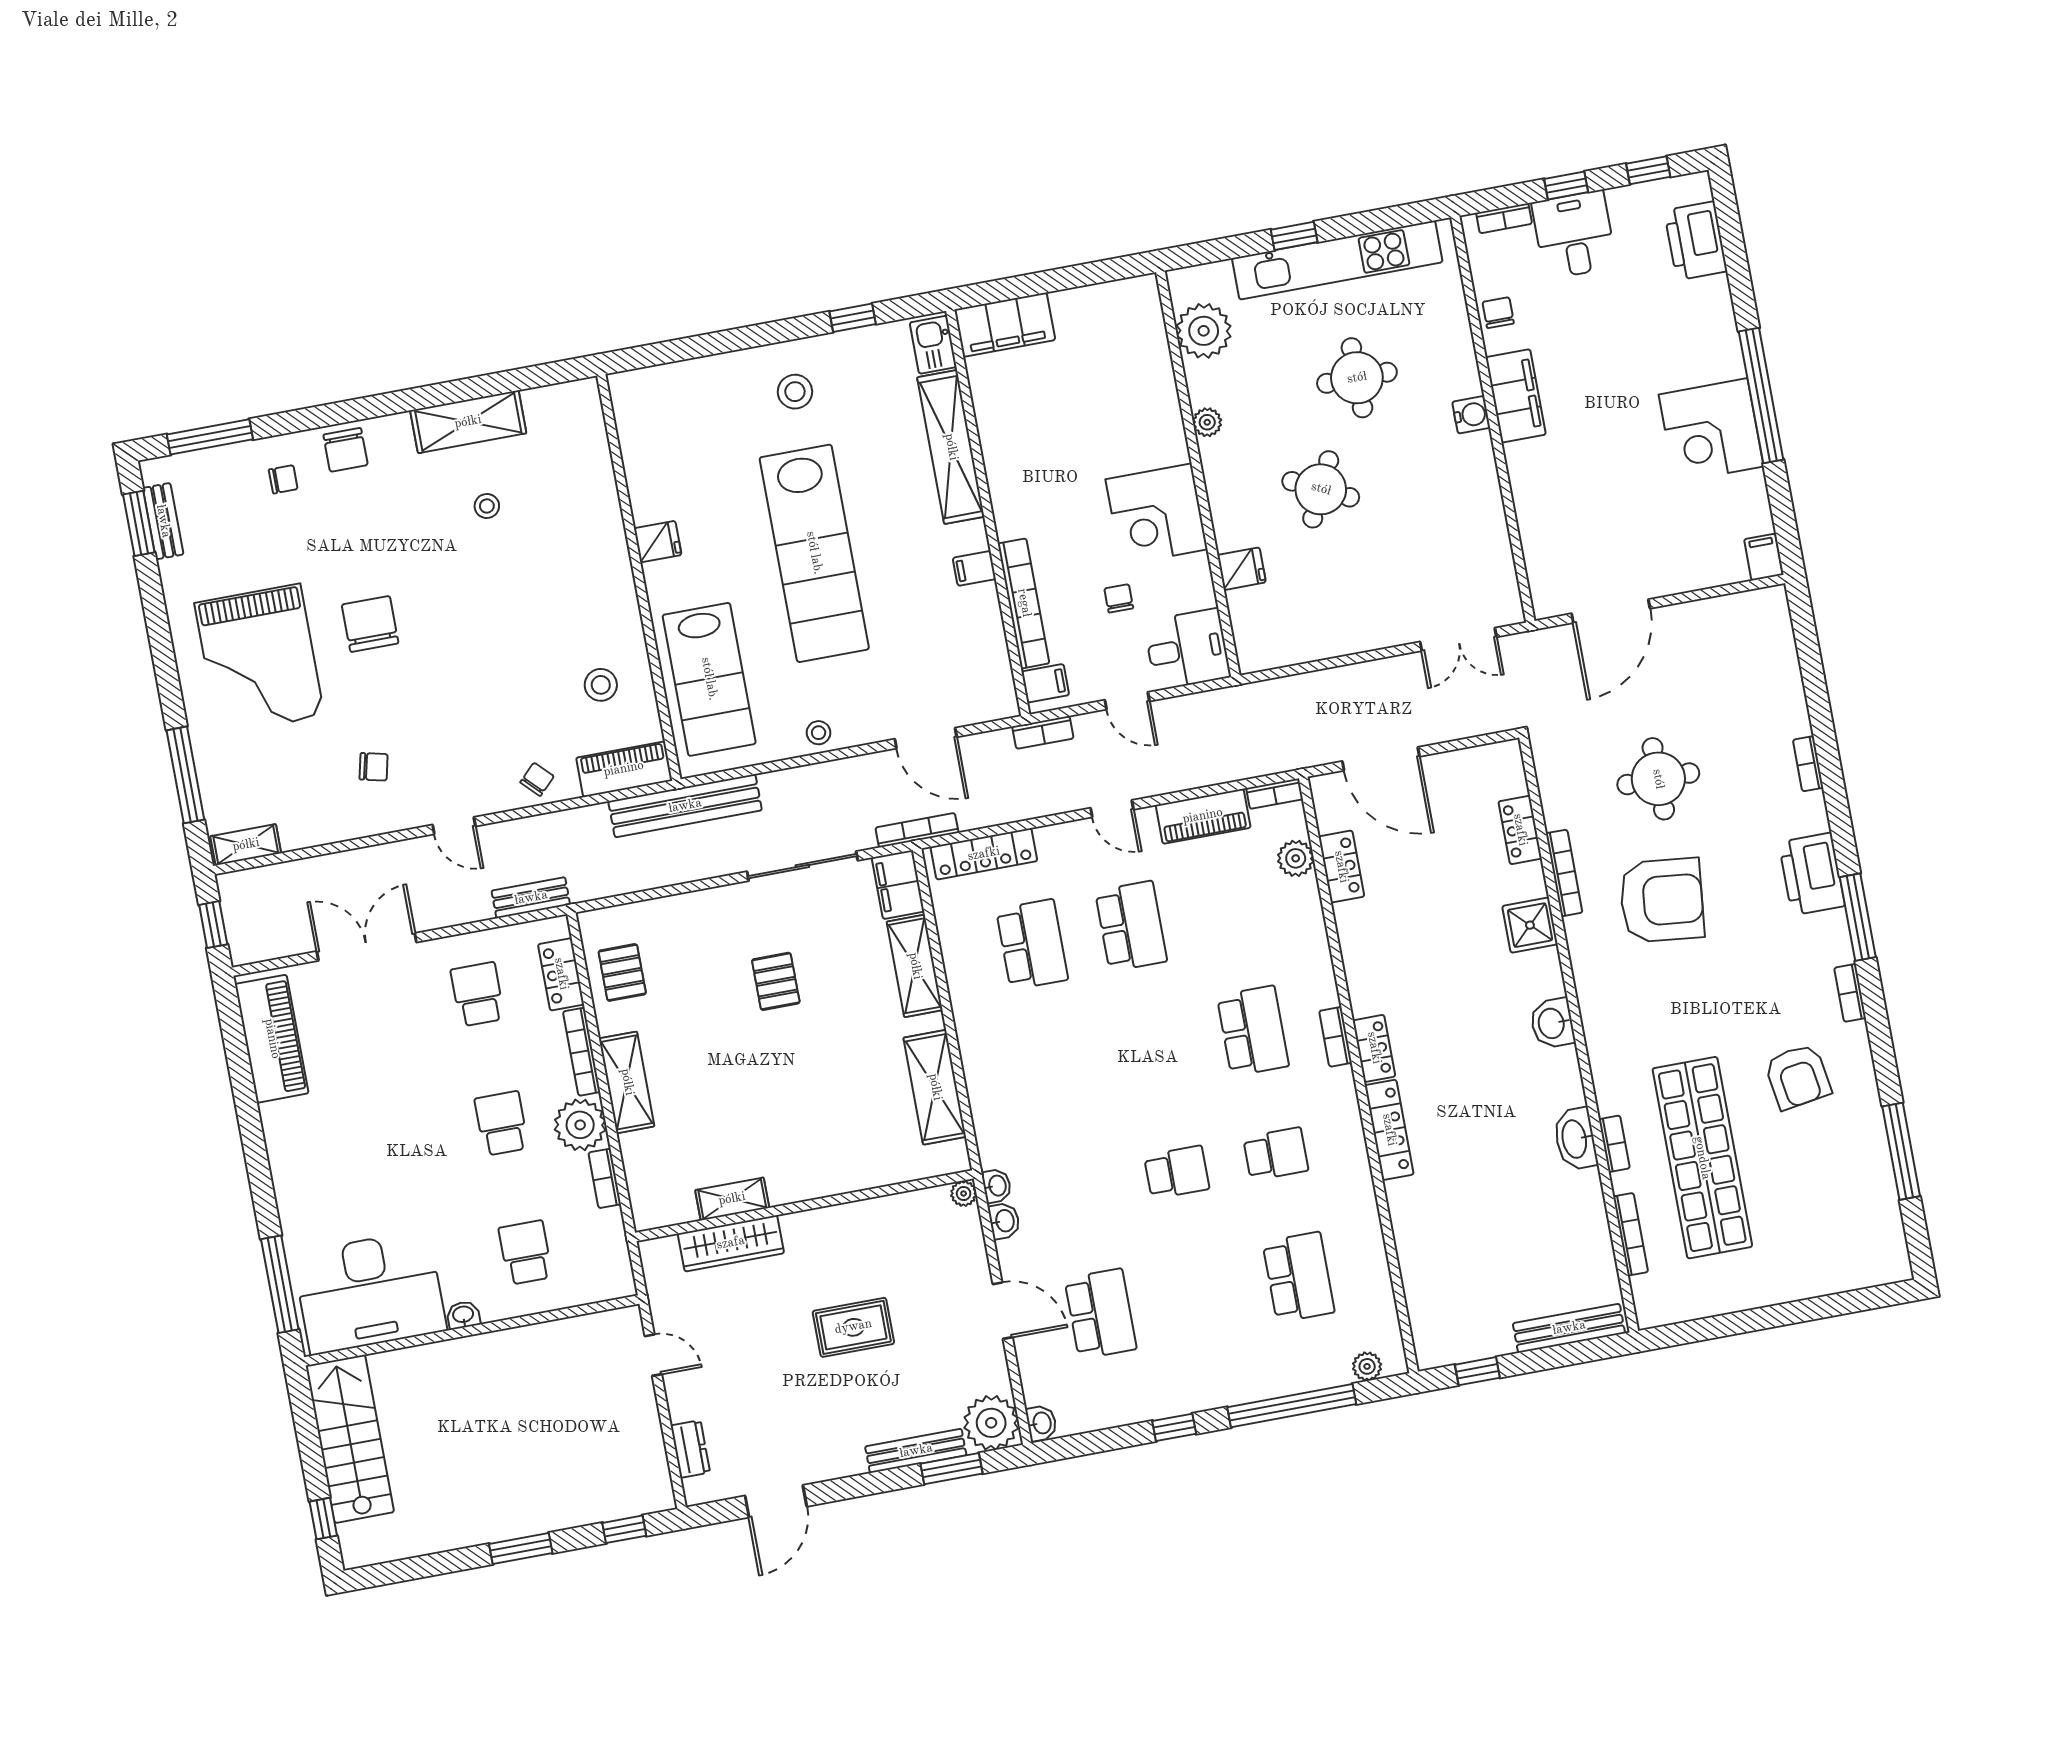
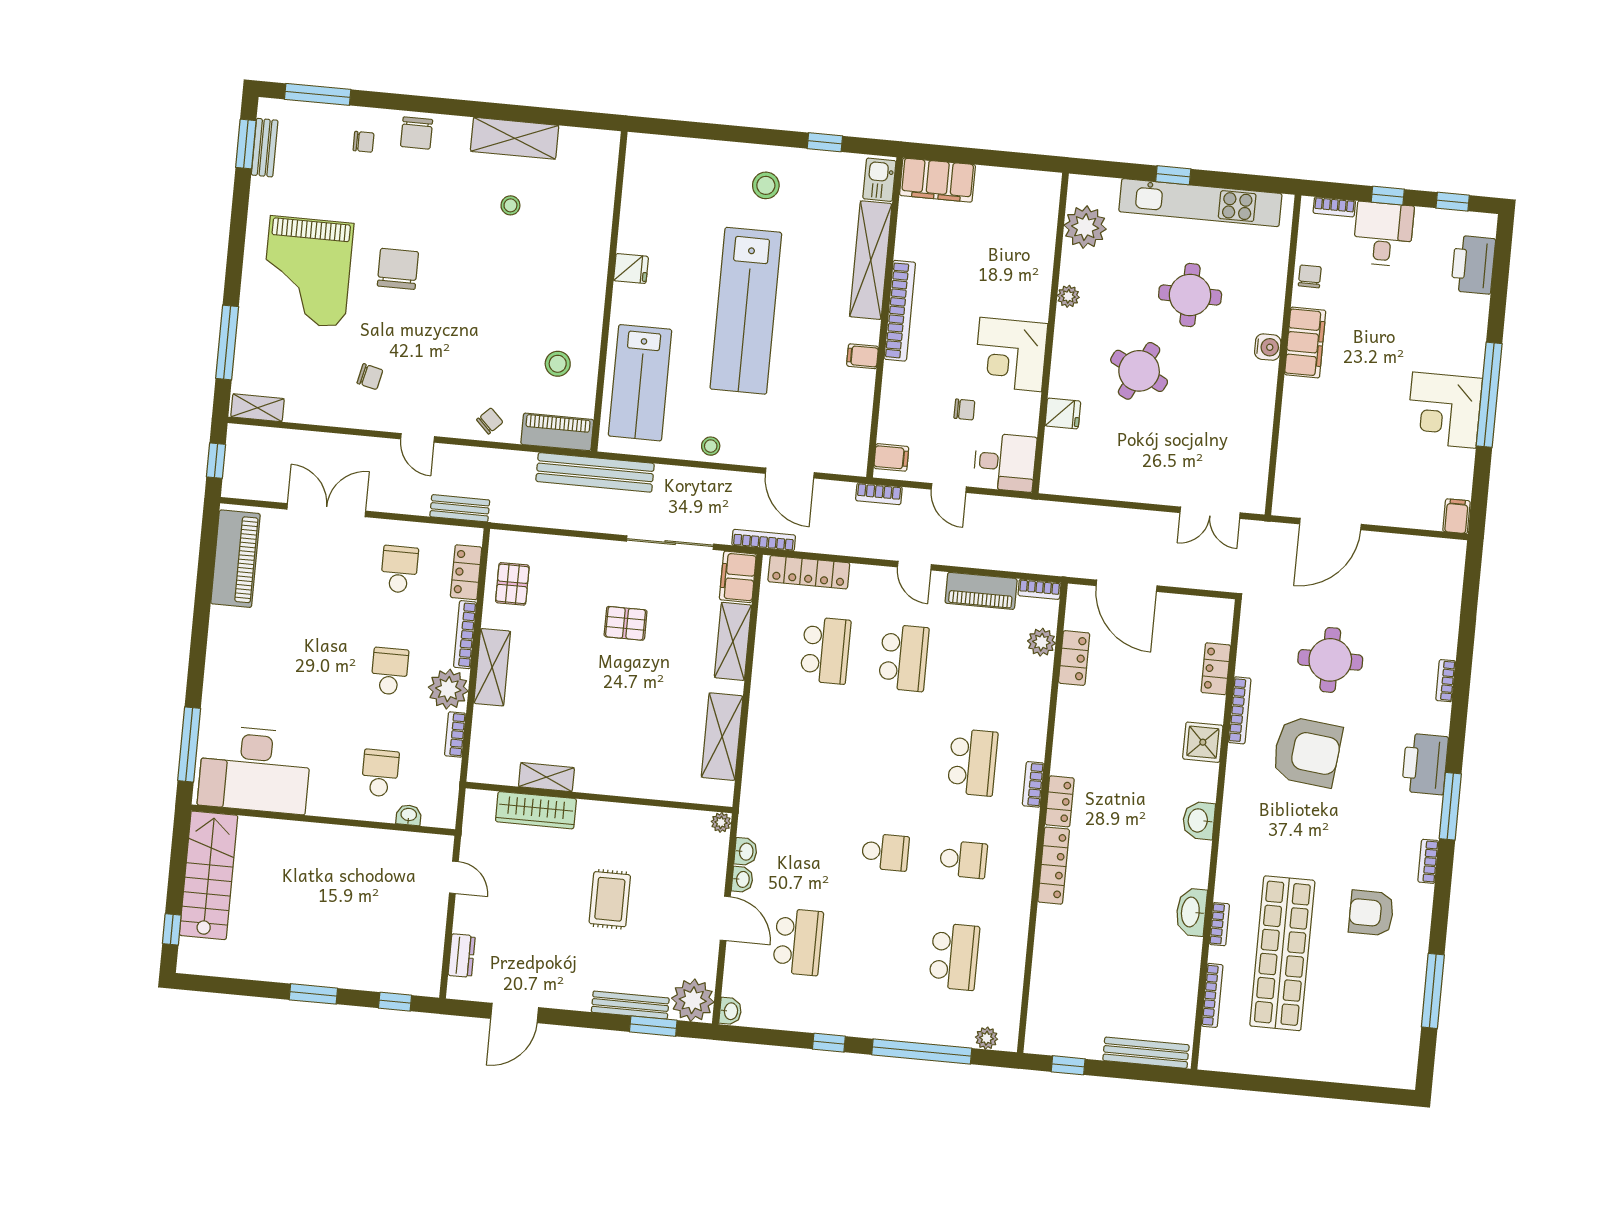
chair: (1119, 598) -> (964, 409), turned 90
bookcase: (1024, 603) -> (900, 311), moved
pallet: (776, 981) -> (626, 623), turned 90
armchair: (1798, 1077) -> (1371, 913), turned 99
washbasin: (997, 1186) -> (742, 879), moved
washbasin: (463, 1315) -> (409, 815), moved
rug: (853, 1327) -> (610, 899), turned 90

